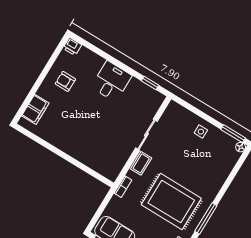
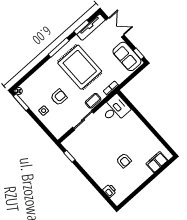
printer: (72, 46) -> (110, 191), moved
armchair: (65, 81) -> (124, 161), moved
desk: (111, 81) -> (115, 109), moved, turned 180
armchair: (186, 155) -> (59, 97), added

